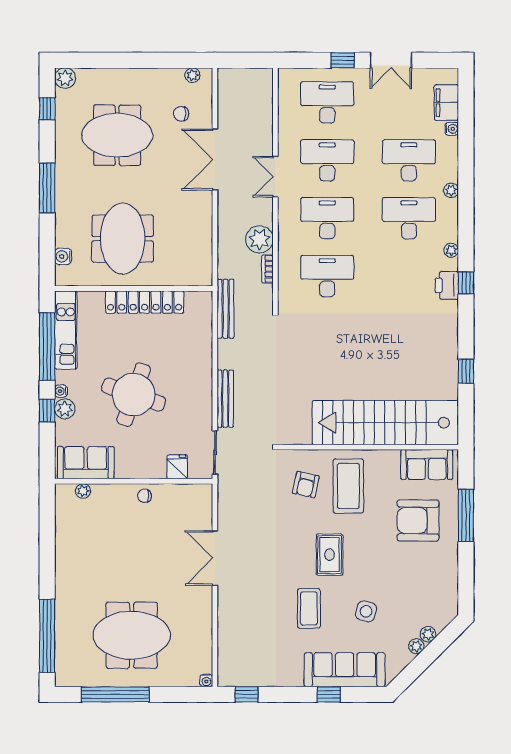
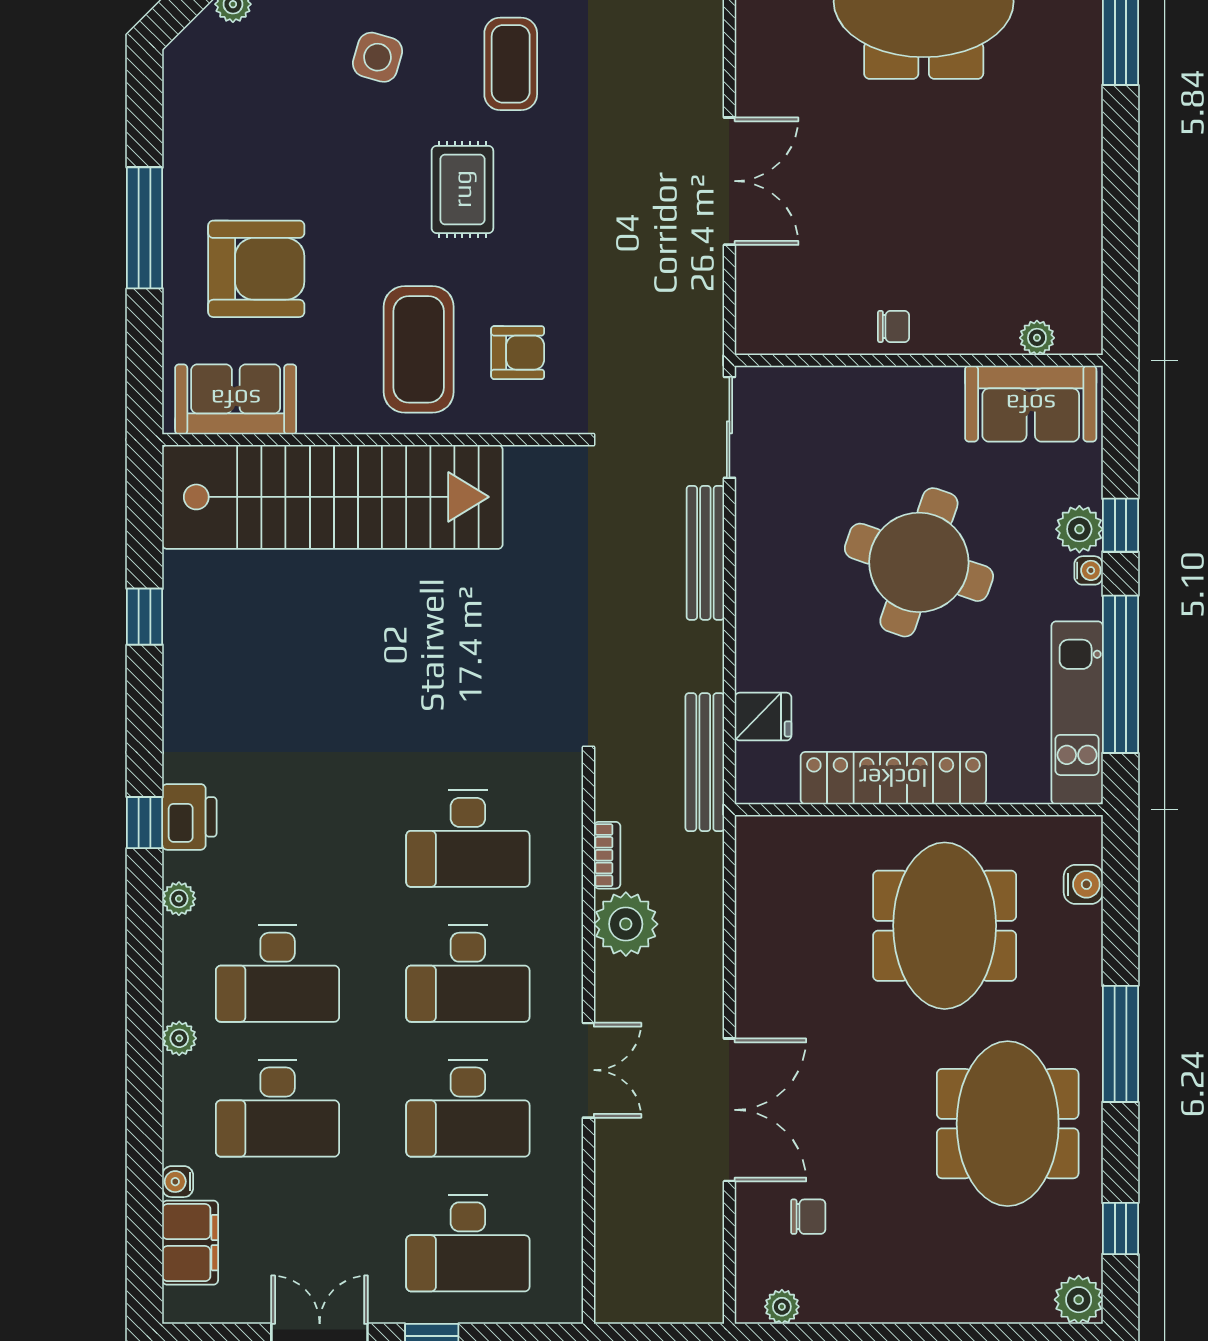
meeting table: (117, 135) -> (1008, 1124), moved, turned 90
fridge: (177, 467) -> (763, 717), moved, turned -90
armchair: (306, 485) -> (518, 353), turned 78
window: (466, 515) -> (145, 228), moved

